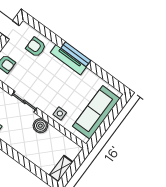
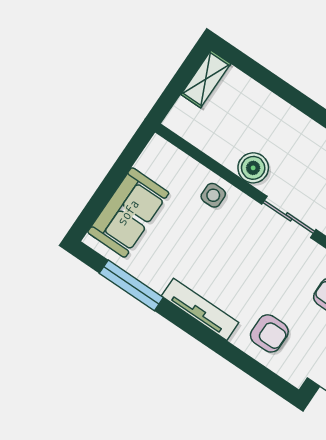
window: (76, 54) -> (131, 285), moved
sofa: (96, 112) -> (128, 213), width x0.73

